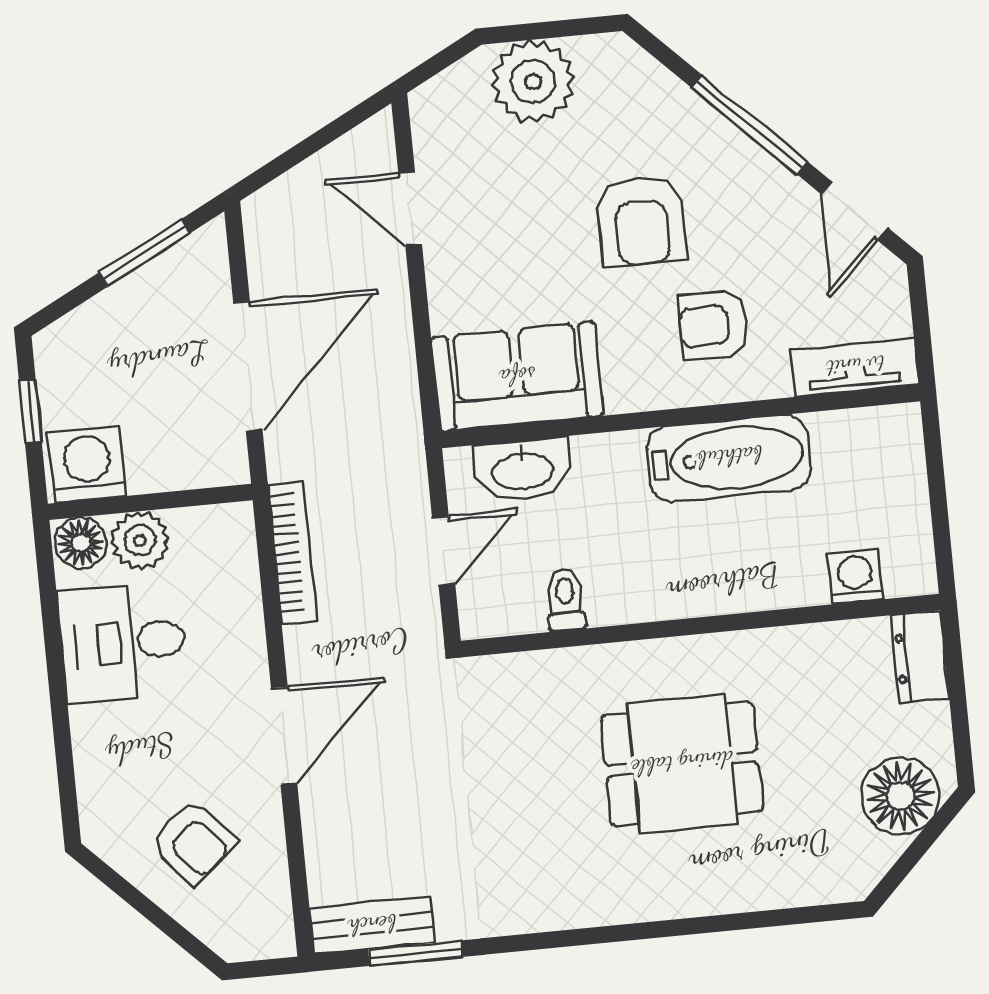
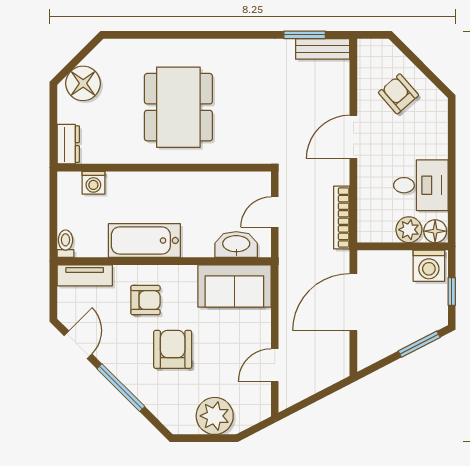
door: (410, 208) -> (275, 365), swing flipped
window: (144, 253) -> (419, 344), moved
toilet: (565, 599) -> (65, 244), moved, turned 180
dining table: (682, 764) -> (178, 107), width x1.38

